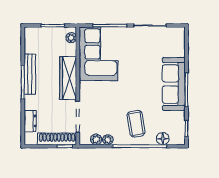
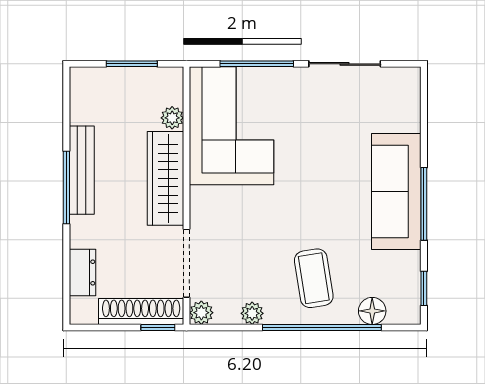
plant: (71, 38) -> (172, 118), moved
plant: (96, 139) -> (201, 313), moved

